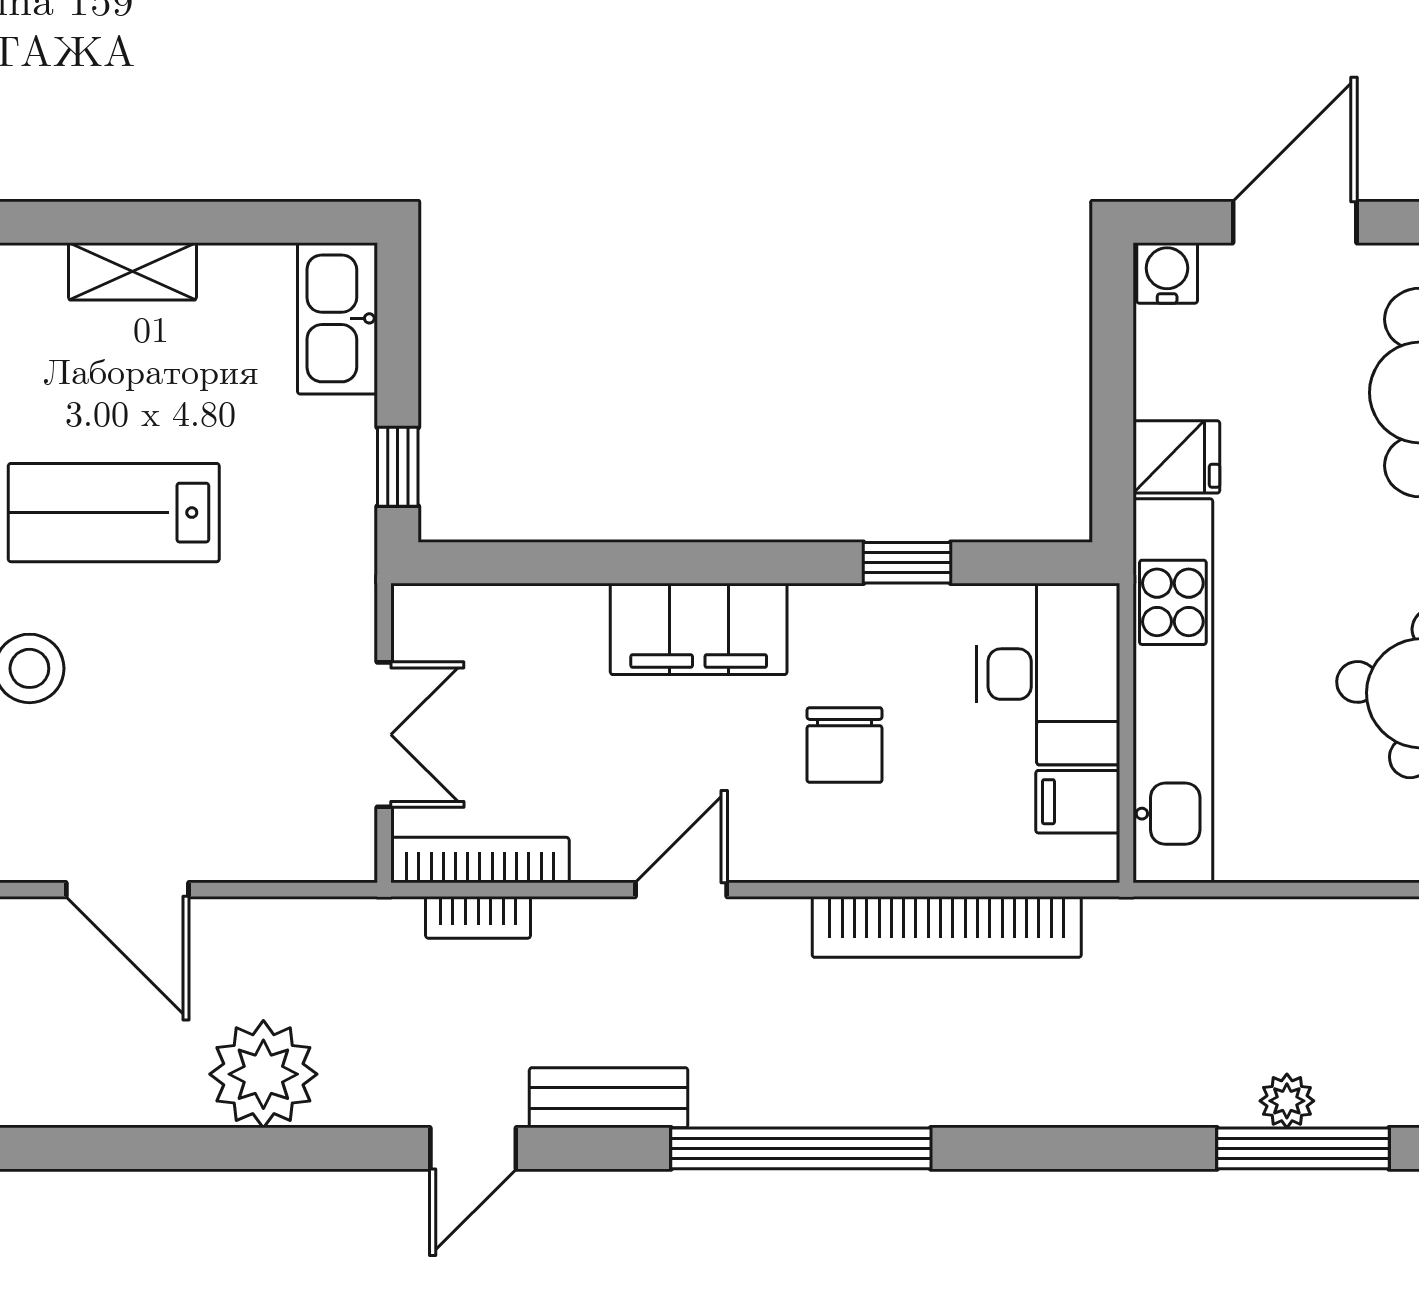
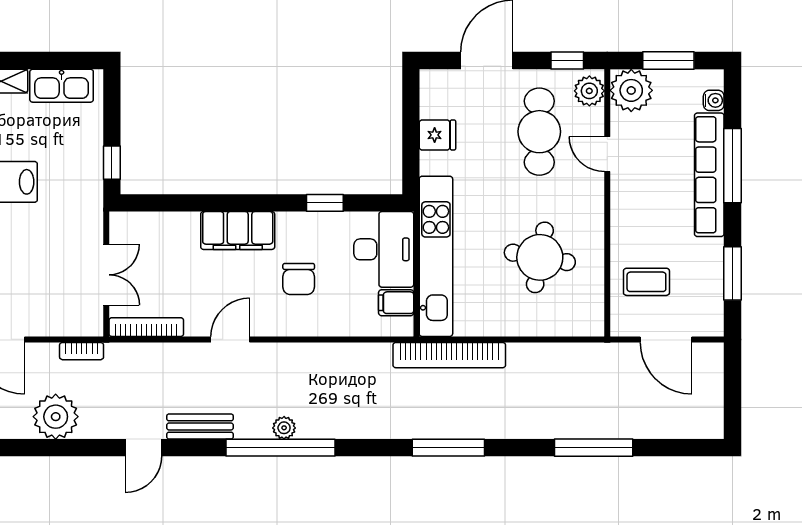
water cooler: (1167, 273) -> (434, 82), removed
kitchen sink: (337, 318) -> (62, 86), moved, turned -90
fridge: (1176, 457) -> (437, 135), moved
bookcase: (478, 917) -> (82, 351), moved
bookcase: (947, 927) -> (449, 355), moved
plant: (1287, 1101) -> (284, 428), moved
window: (1303, 1148) -> (448, 448), moved

